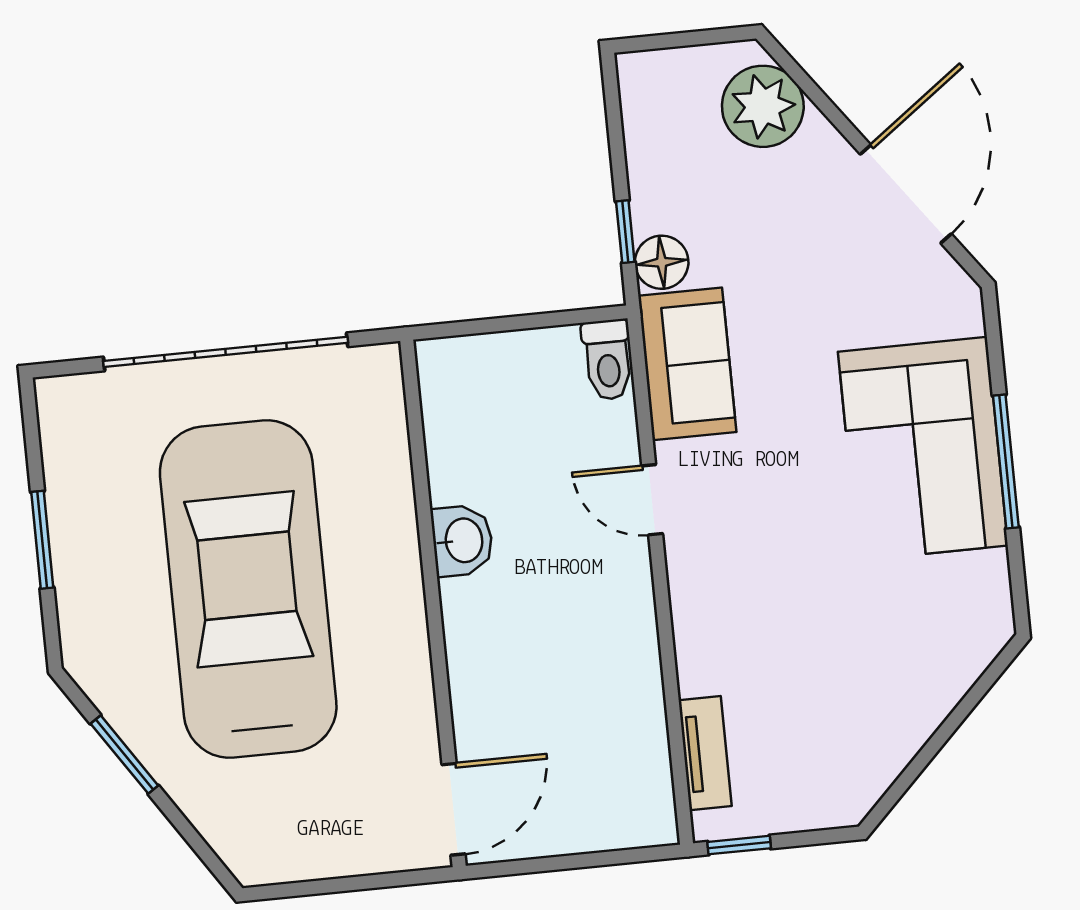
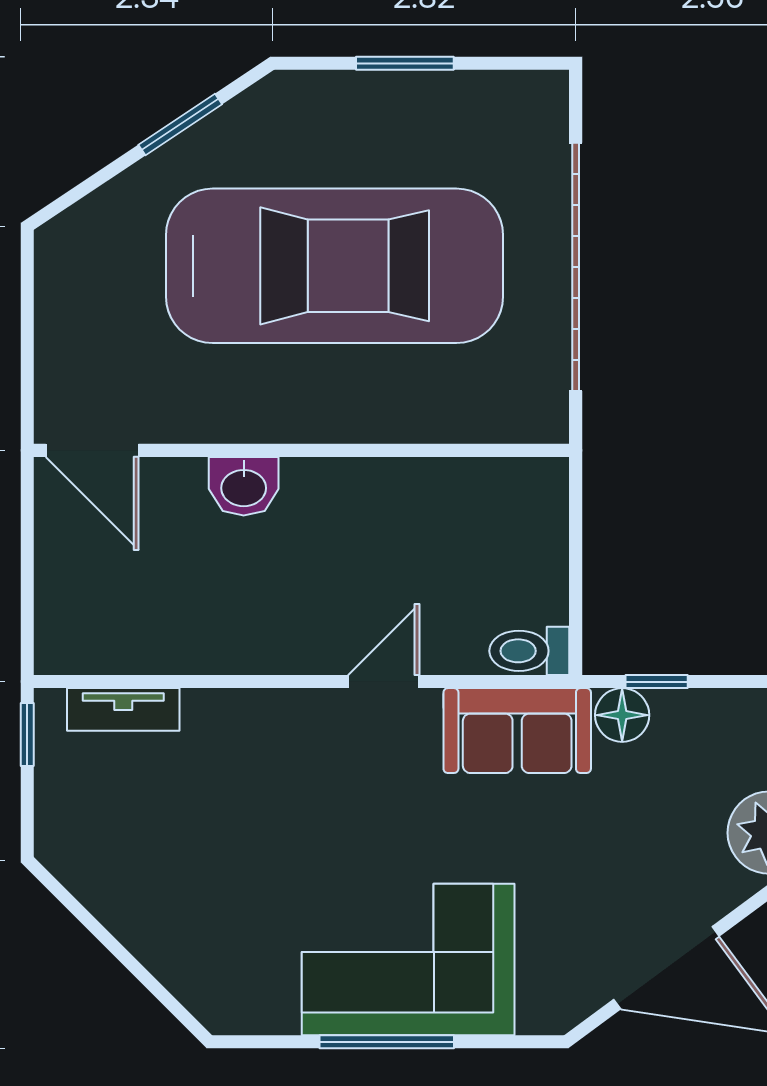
washbasin: (462, 541) -> (244, 486), moved

